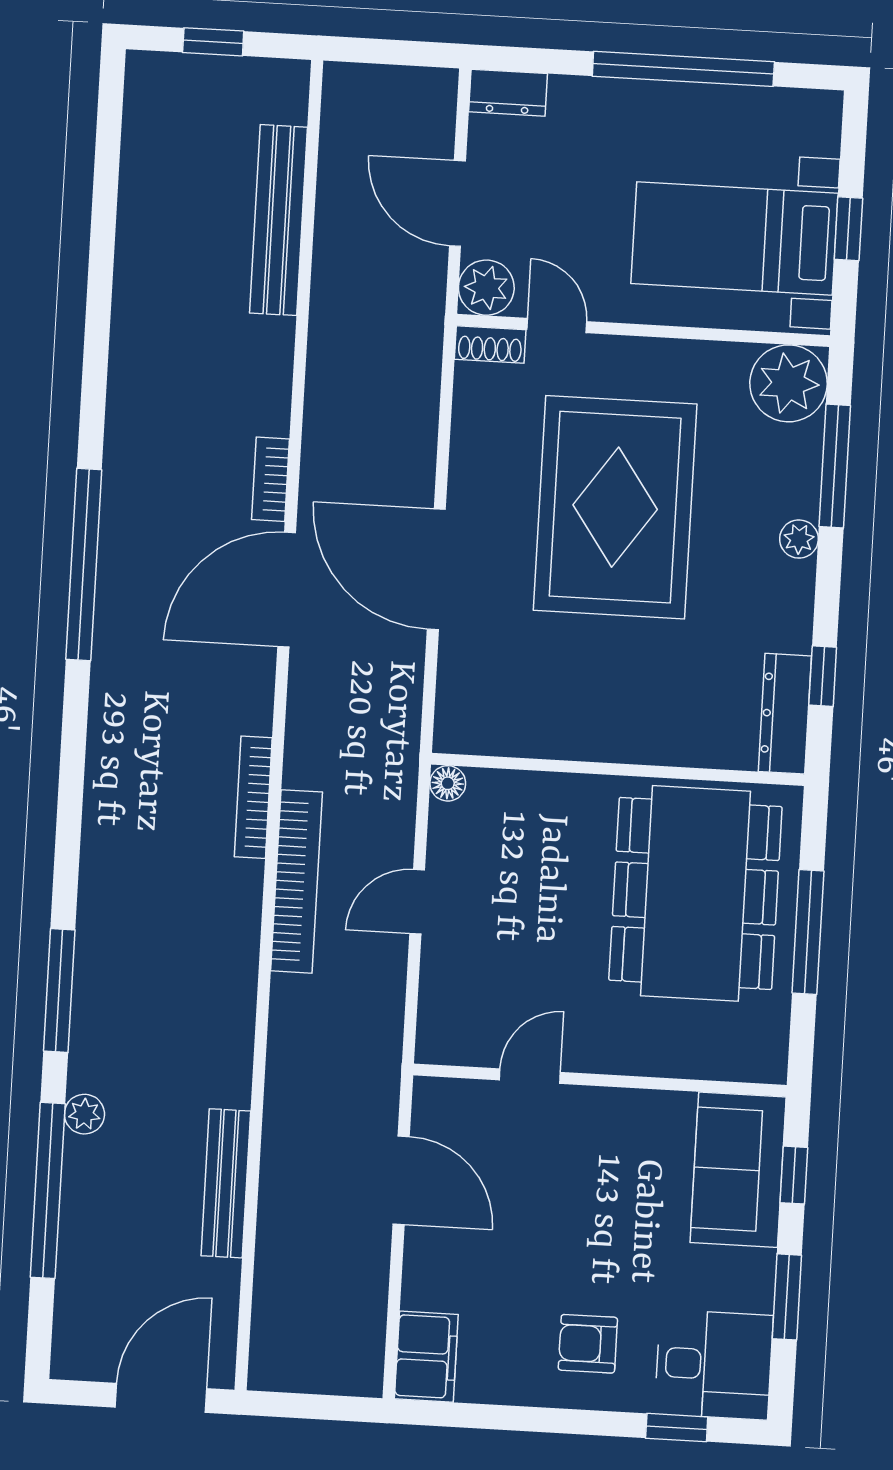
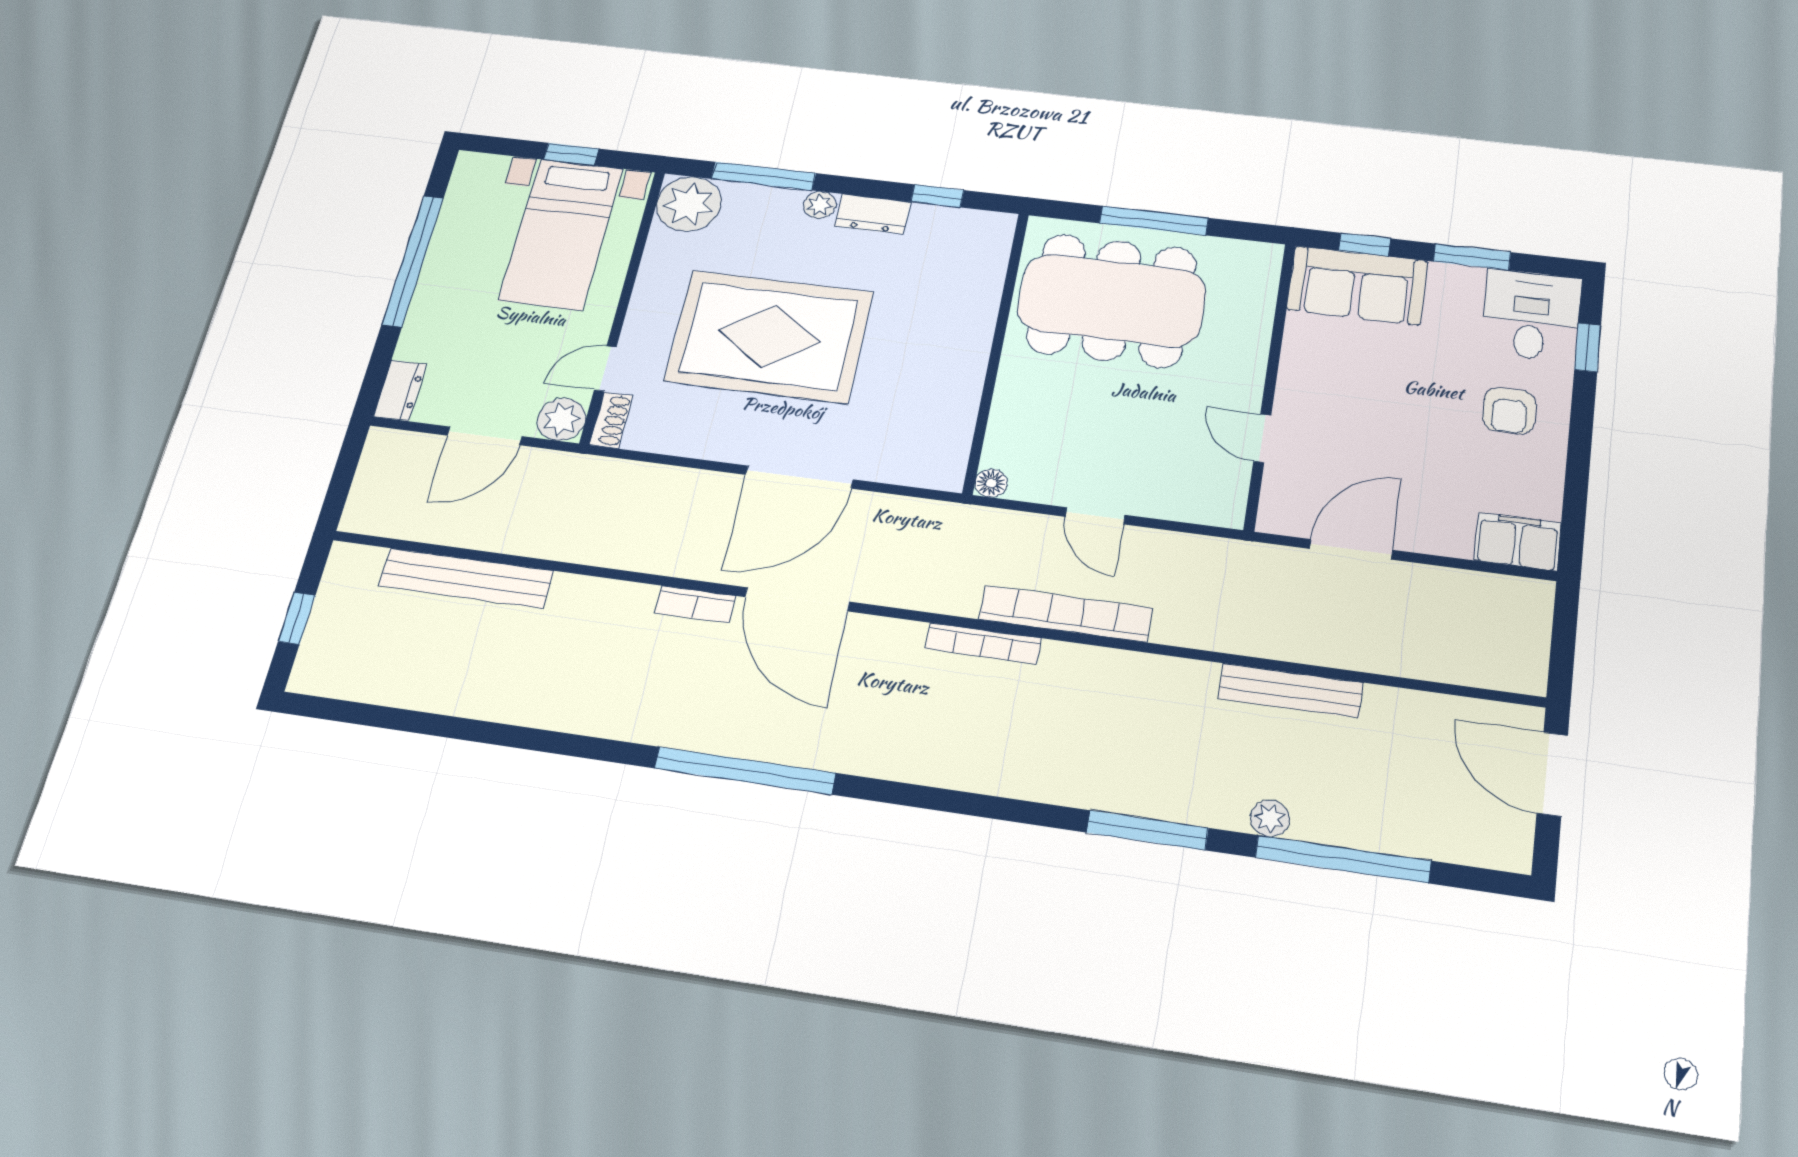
dresser: (785, 714) -> (872, 214), moved, width x0.70
bench: (226, 1183) -> (1291, 691), moved

